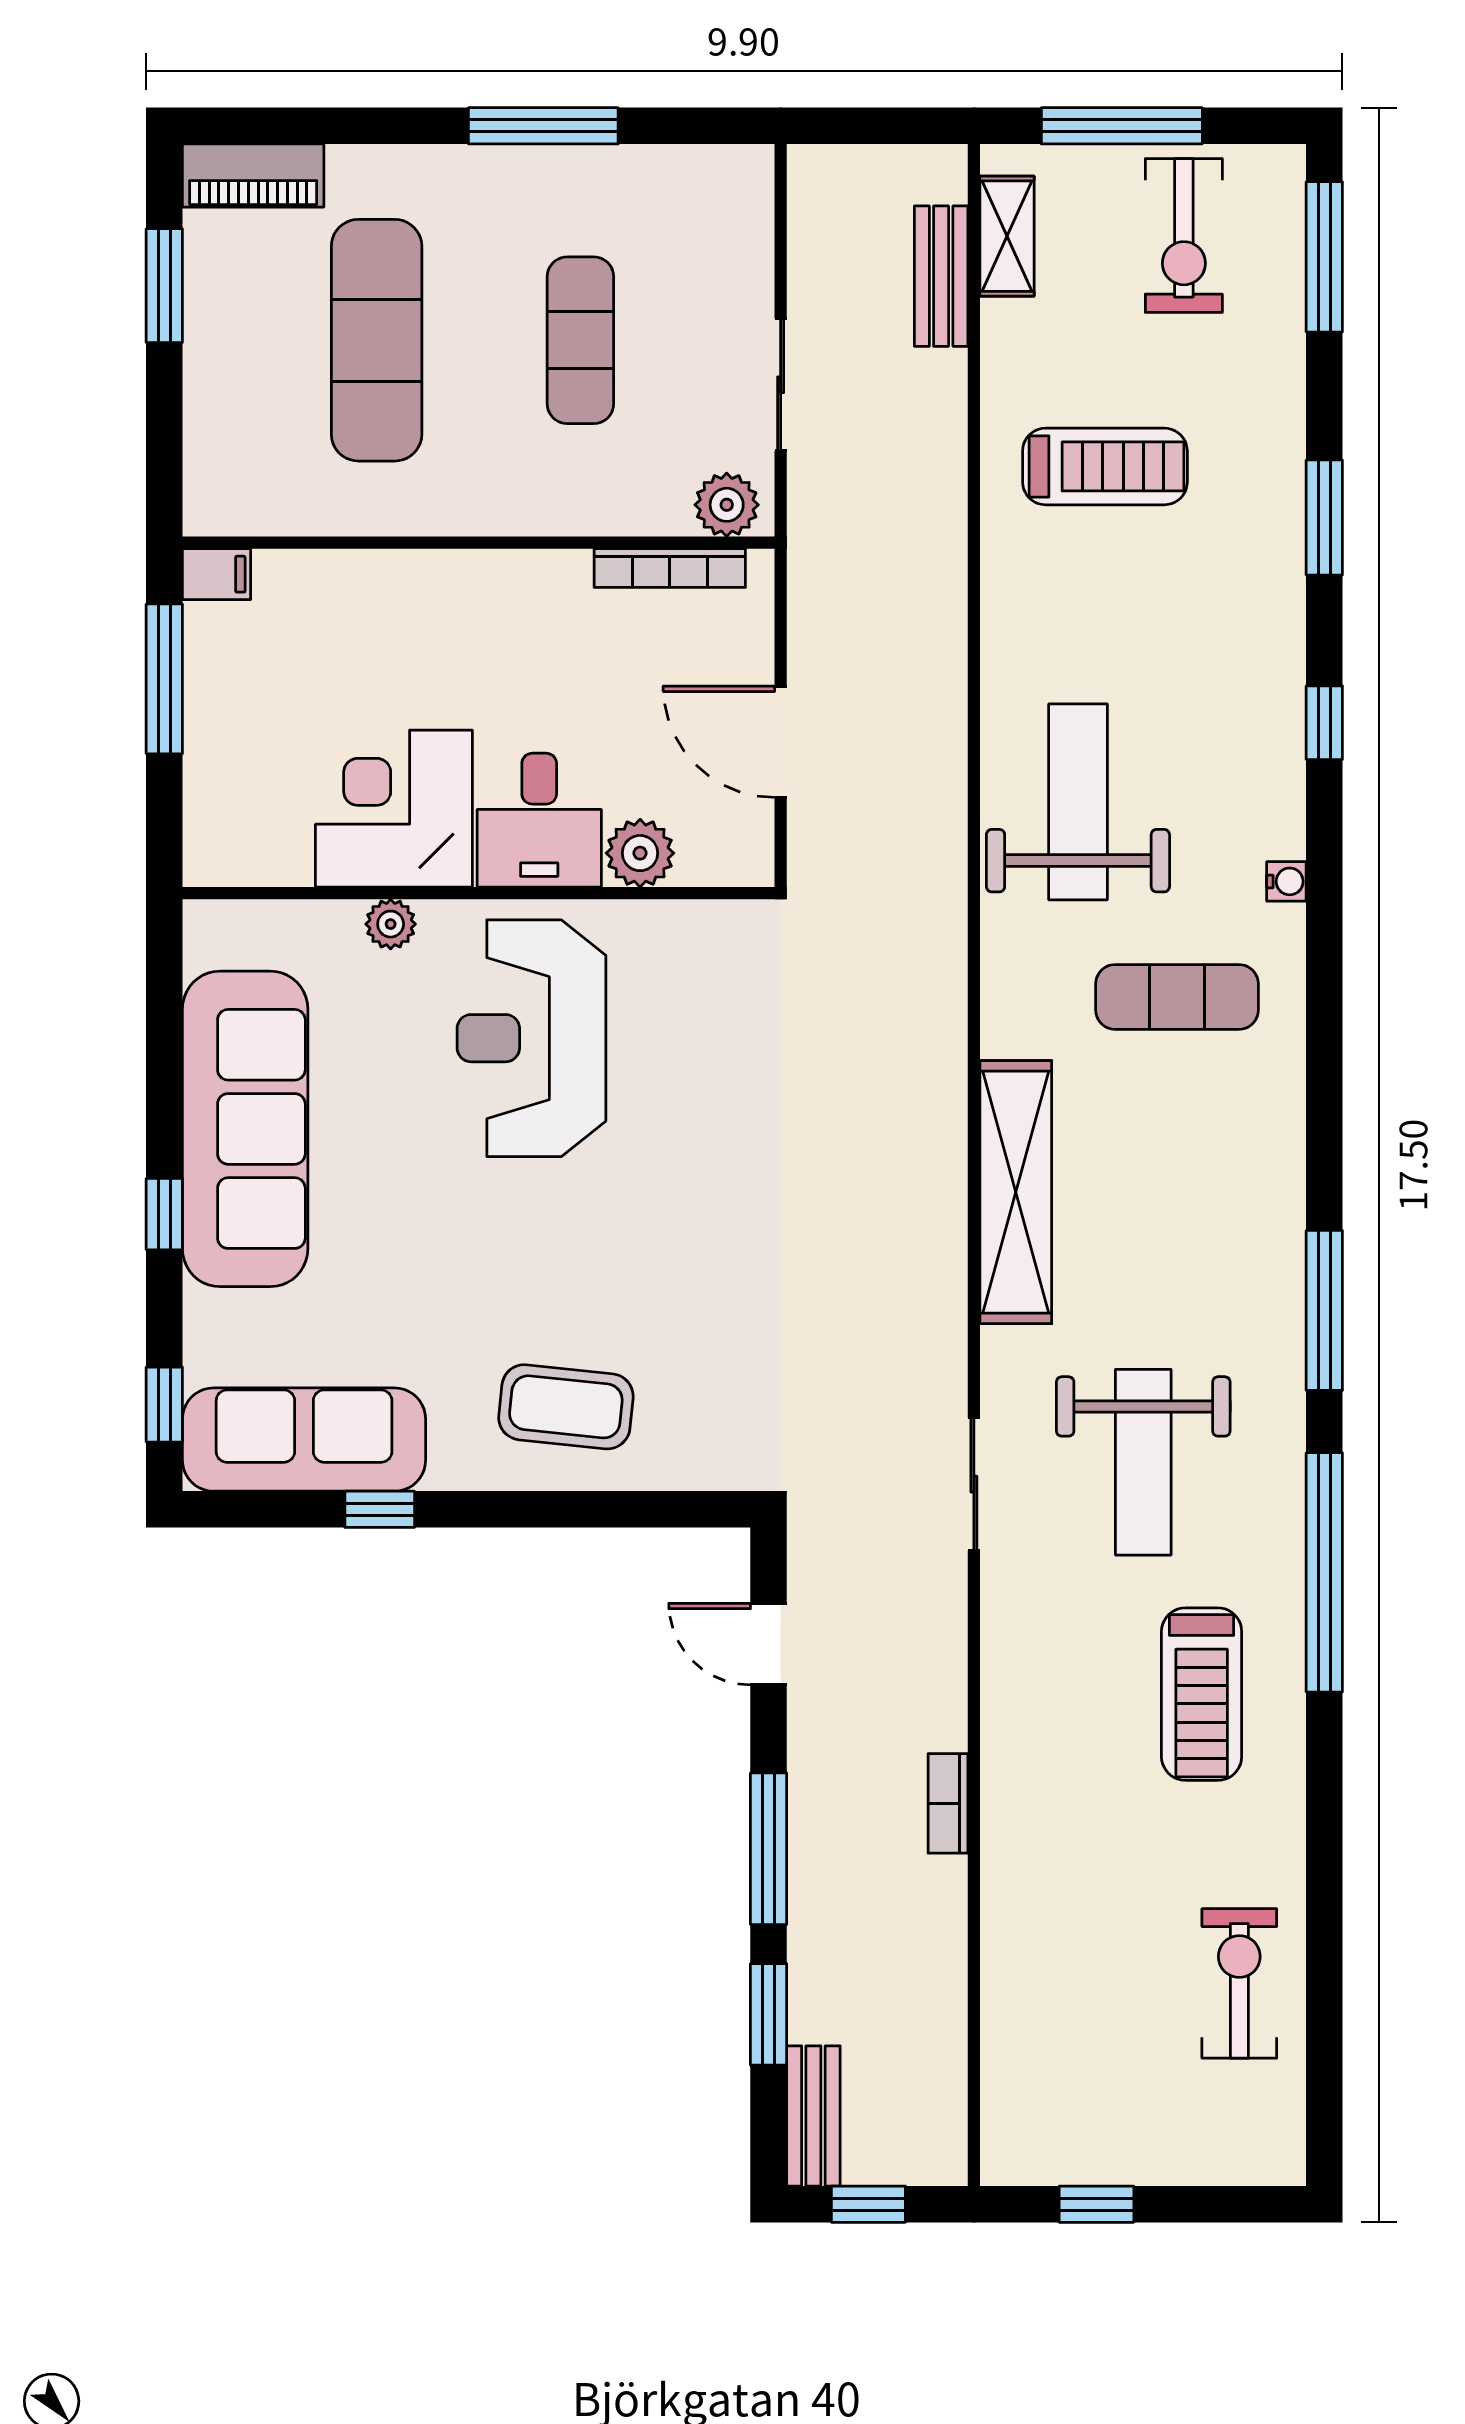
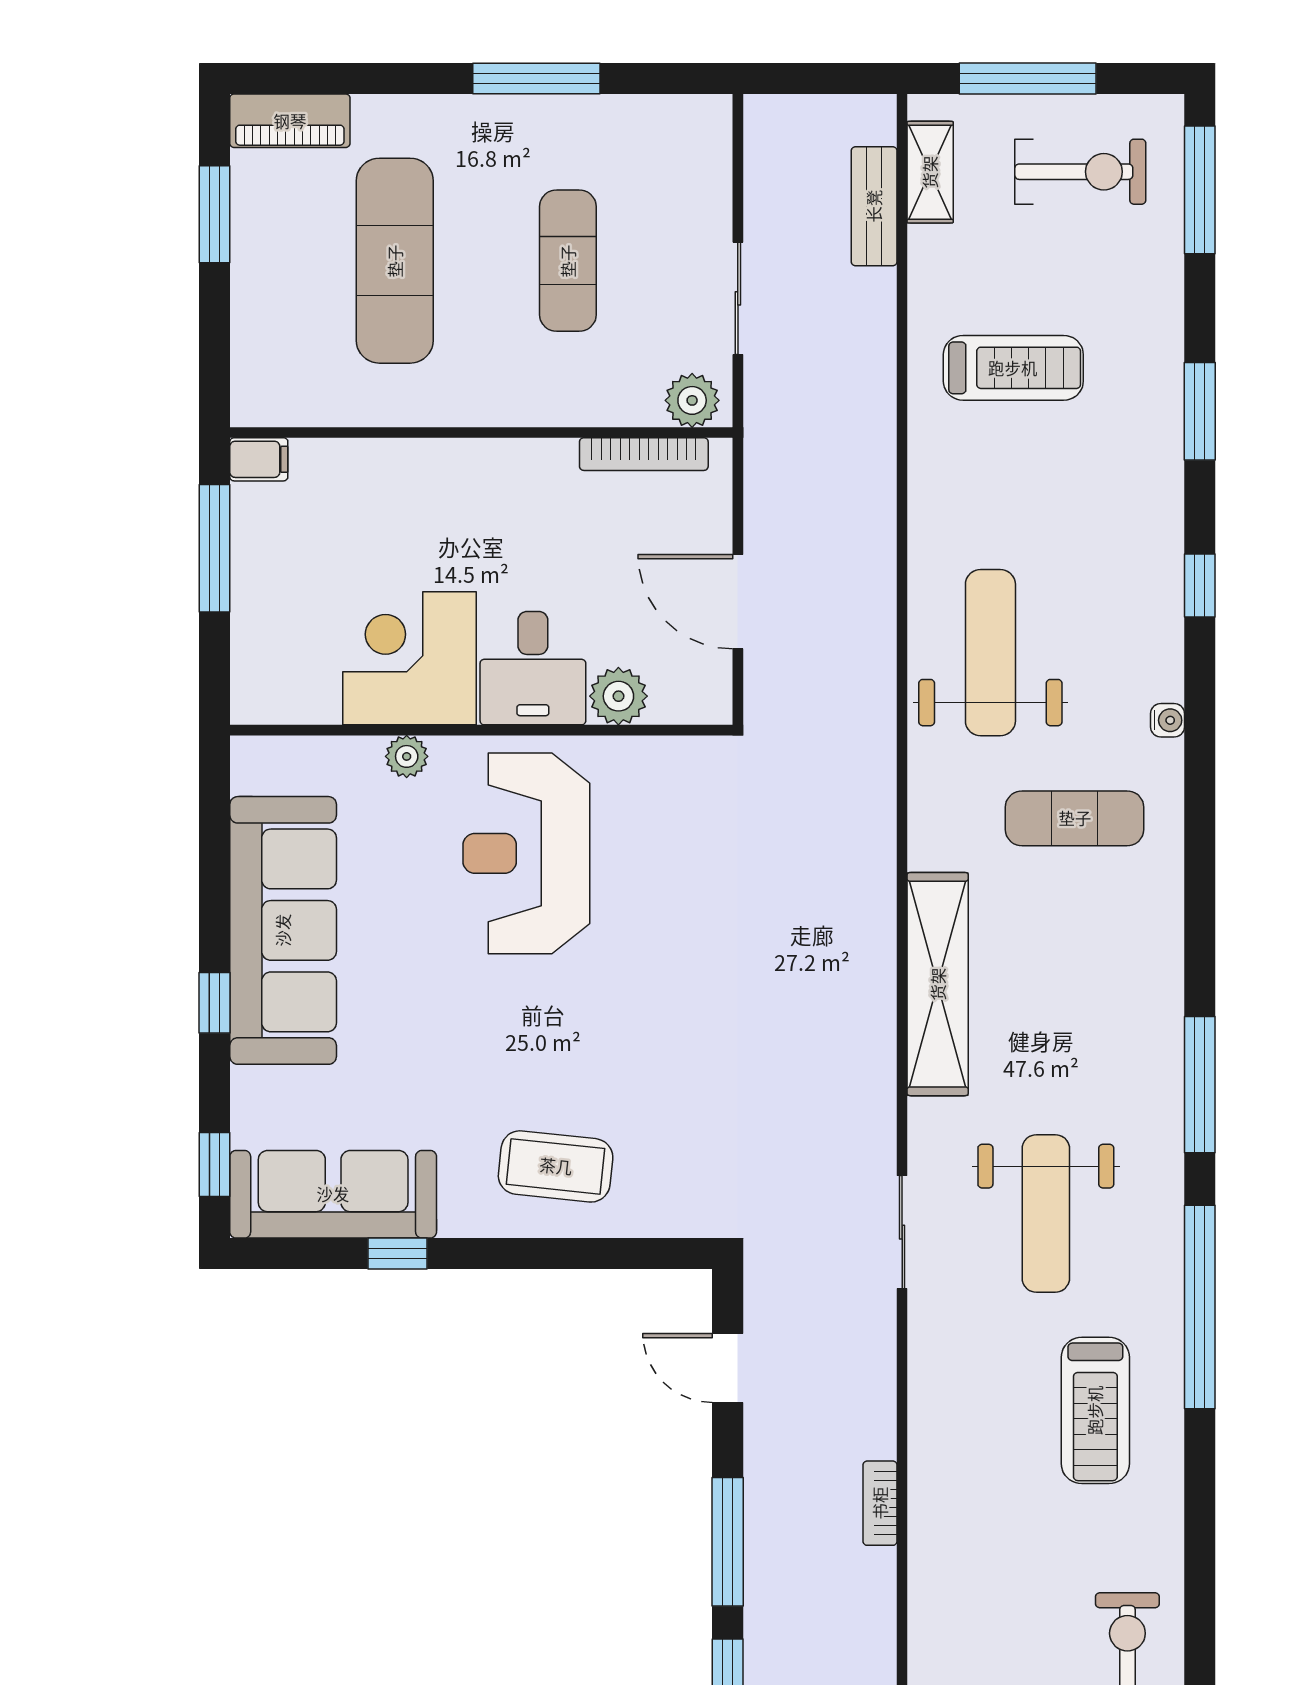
exercise bike: (1184, 236) -> (1080, 172), turned -90

